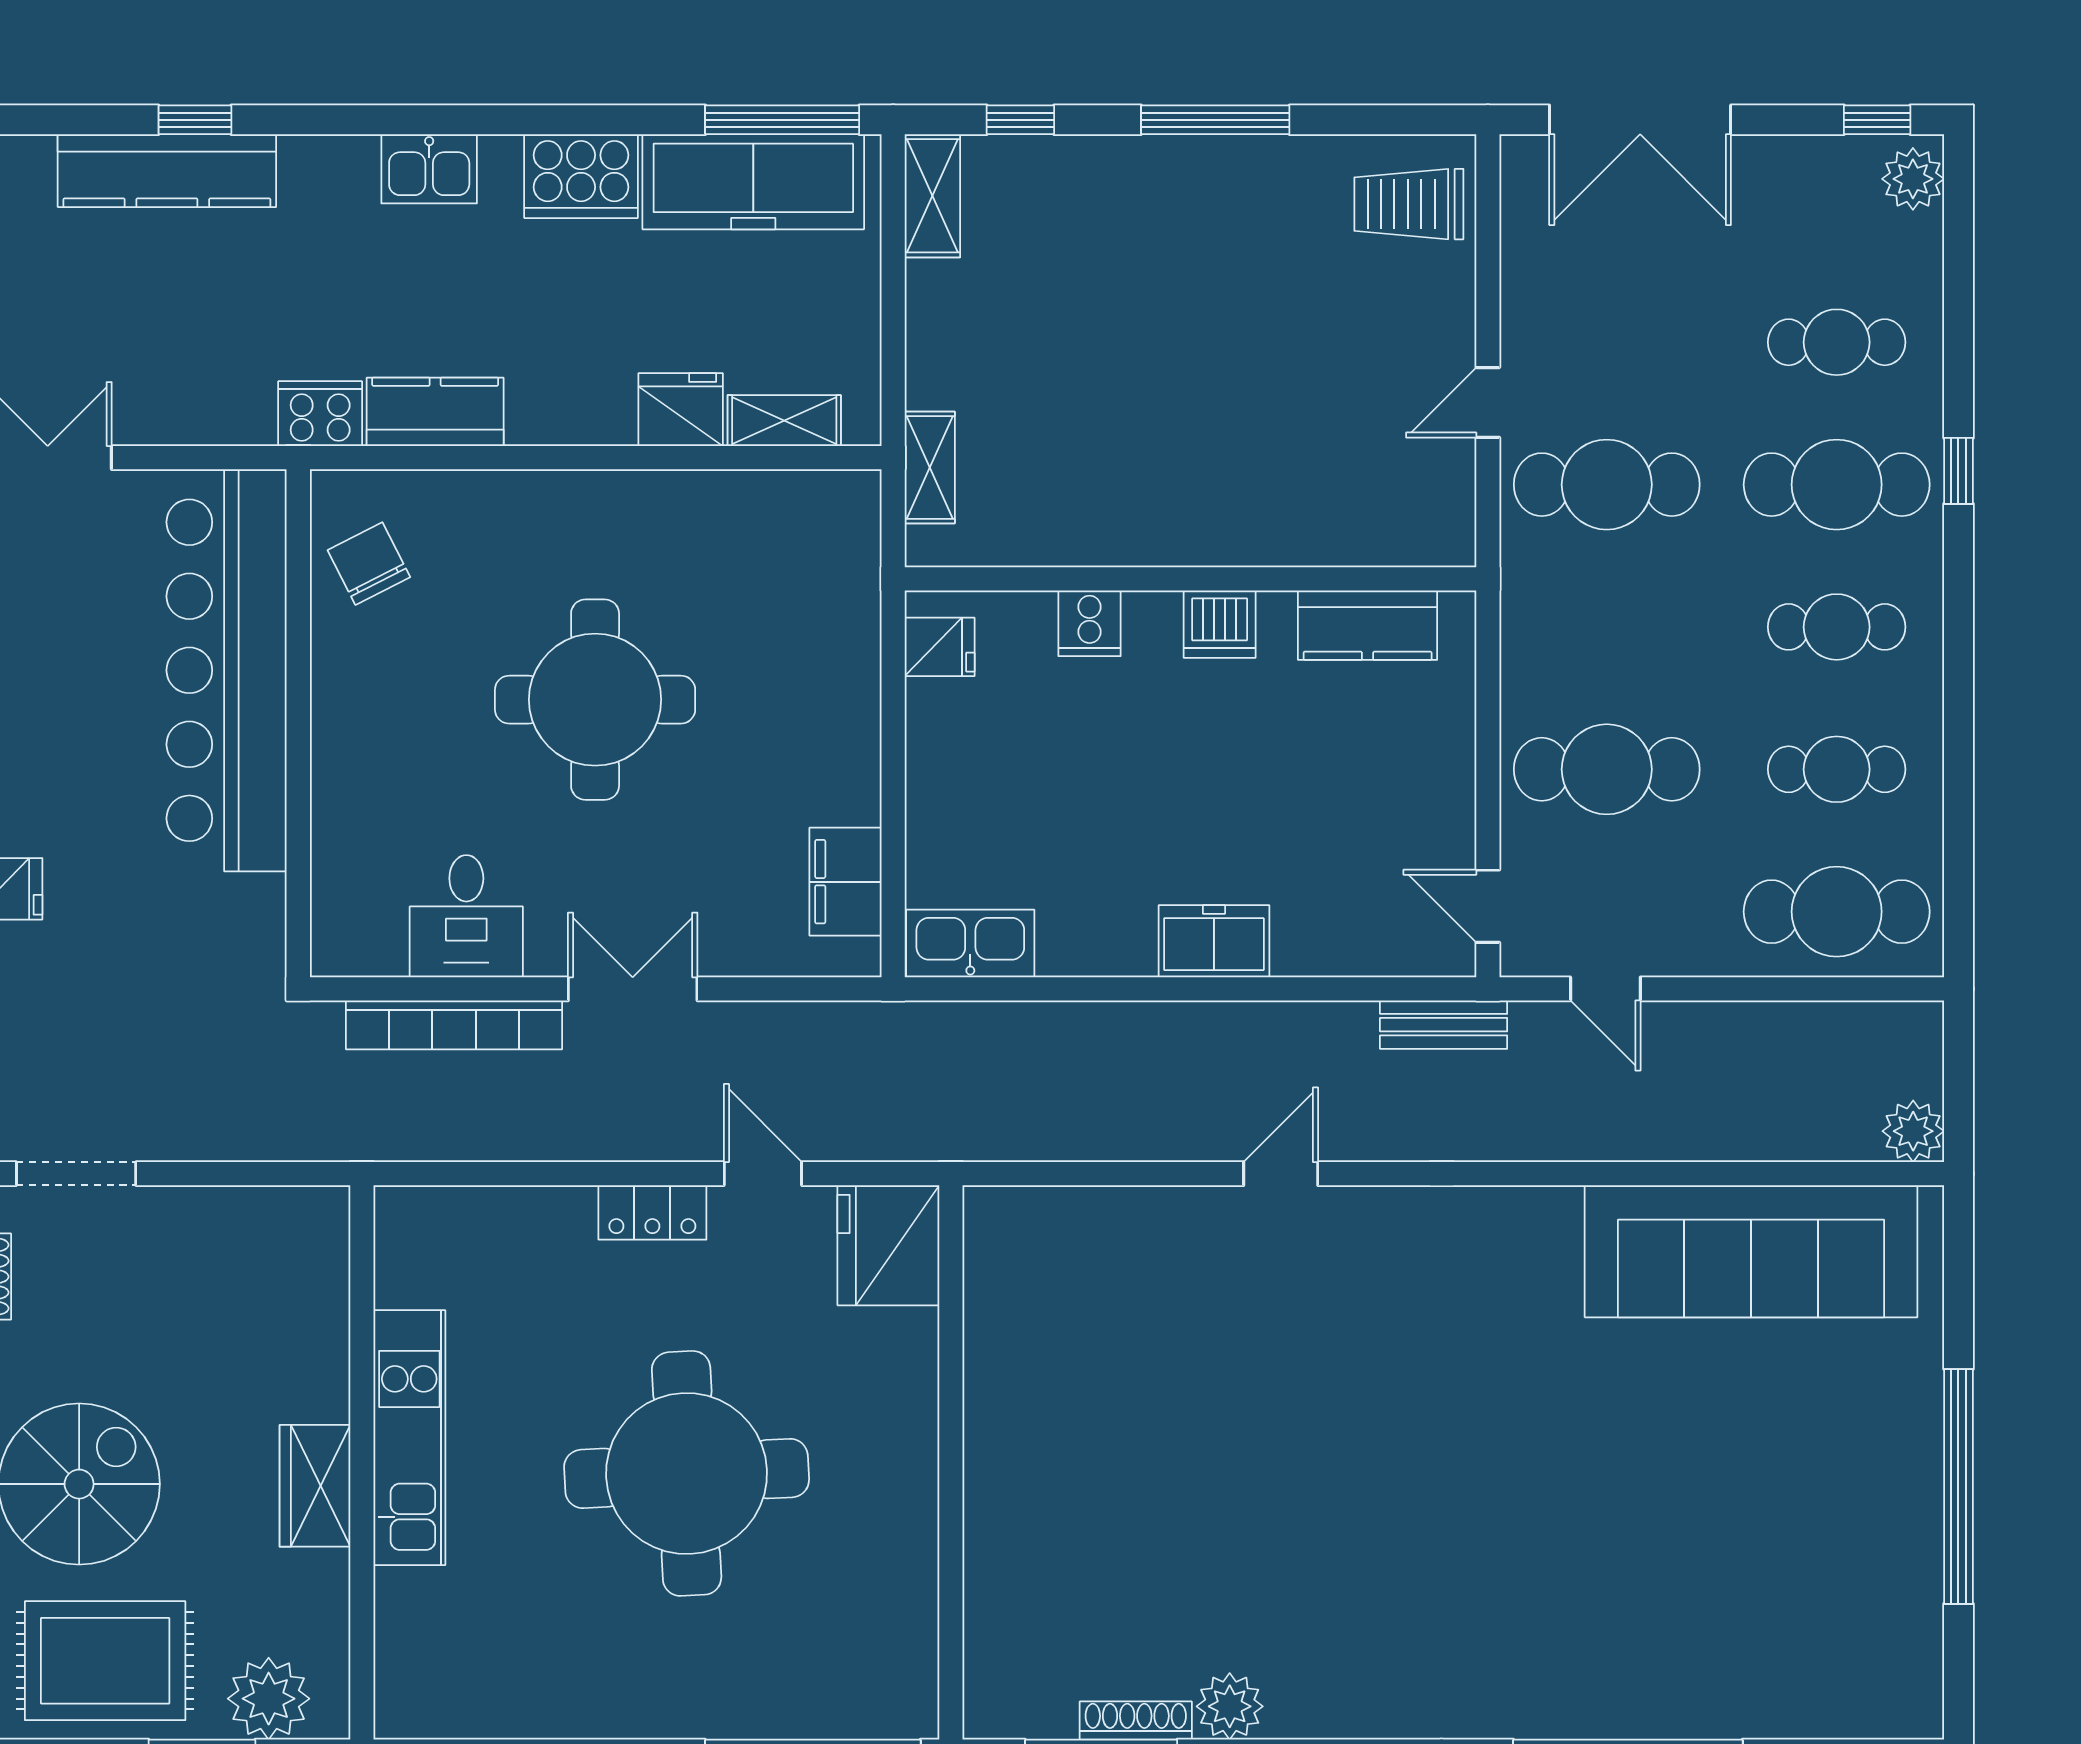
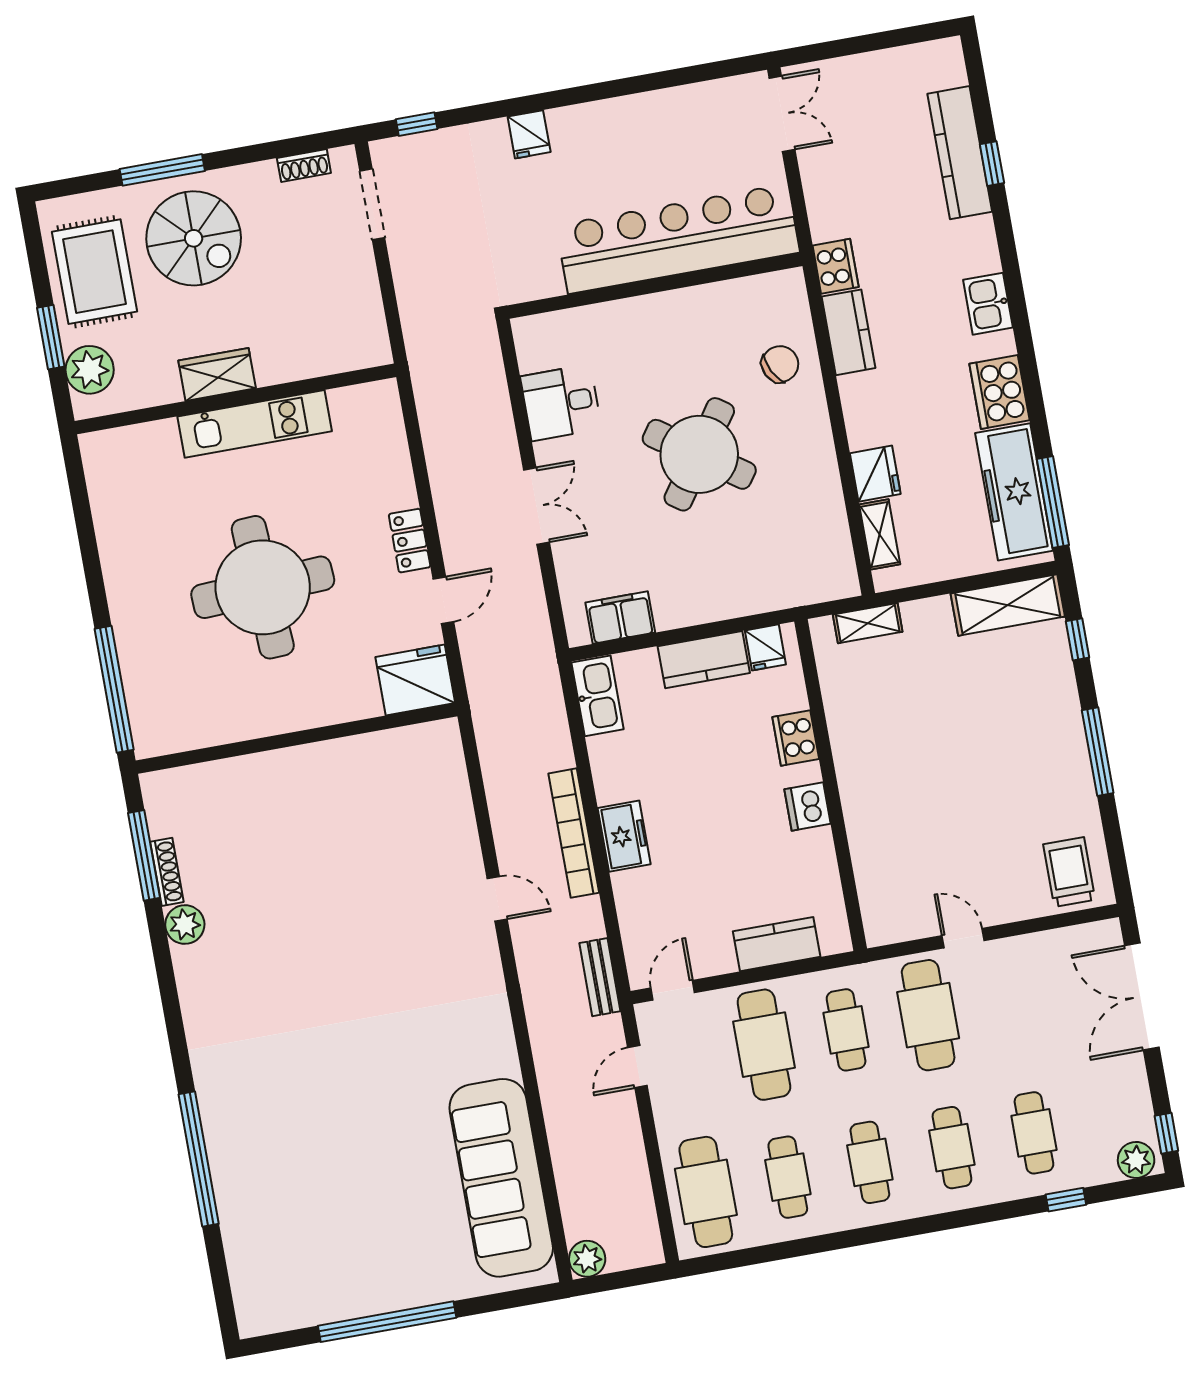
shelving: (932, 196) -> (1008, 605), width x1.50, depth x1.33
window: (1958, 471) -> (1066, 1200), moved
cafe table: (1837, 485) -> (952, 1148), width x0.73, depth x0.74
chair: (369, 564) -> (780, 364), moved
cooker: (1089, 623) -> (796, 738), width x1.36
kitchen counter: (1368, 625) -> (777, 944), moved, turned 90
cafe table: (1607, 627) -> (846, 1030), added
round table: (595, 700) -> (699, 454), turned 35
kitchen counter: (941, 754) -> (704, 660), added
bookcase: (454, 1025) -> (574, 833), moved

